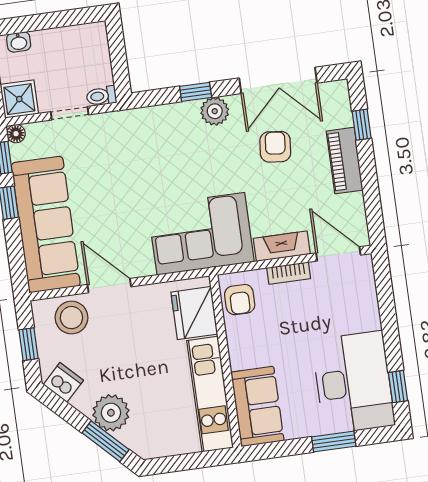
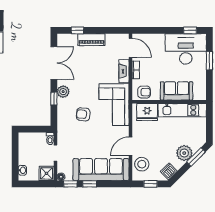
armchair: (275, 147) -> (83, 114), moved
door: (338, 254) -> (131, 48), swing flipped
sofa: (257, 406) -> (177, 91), moved

